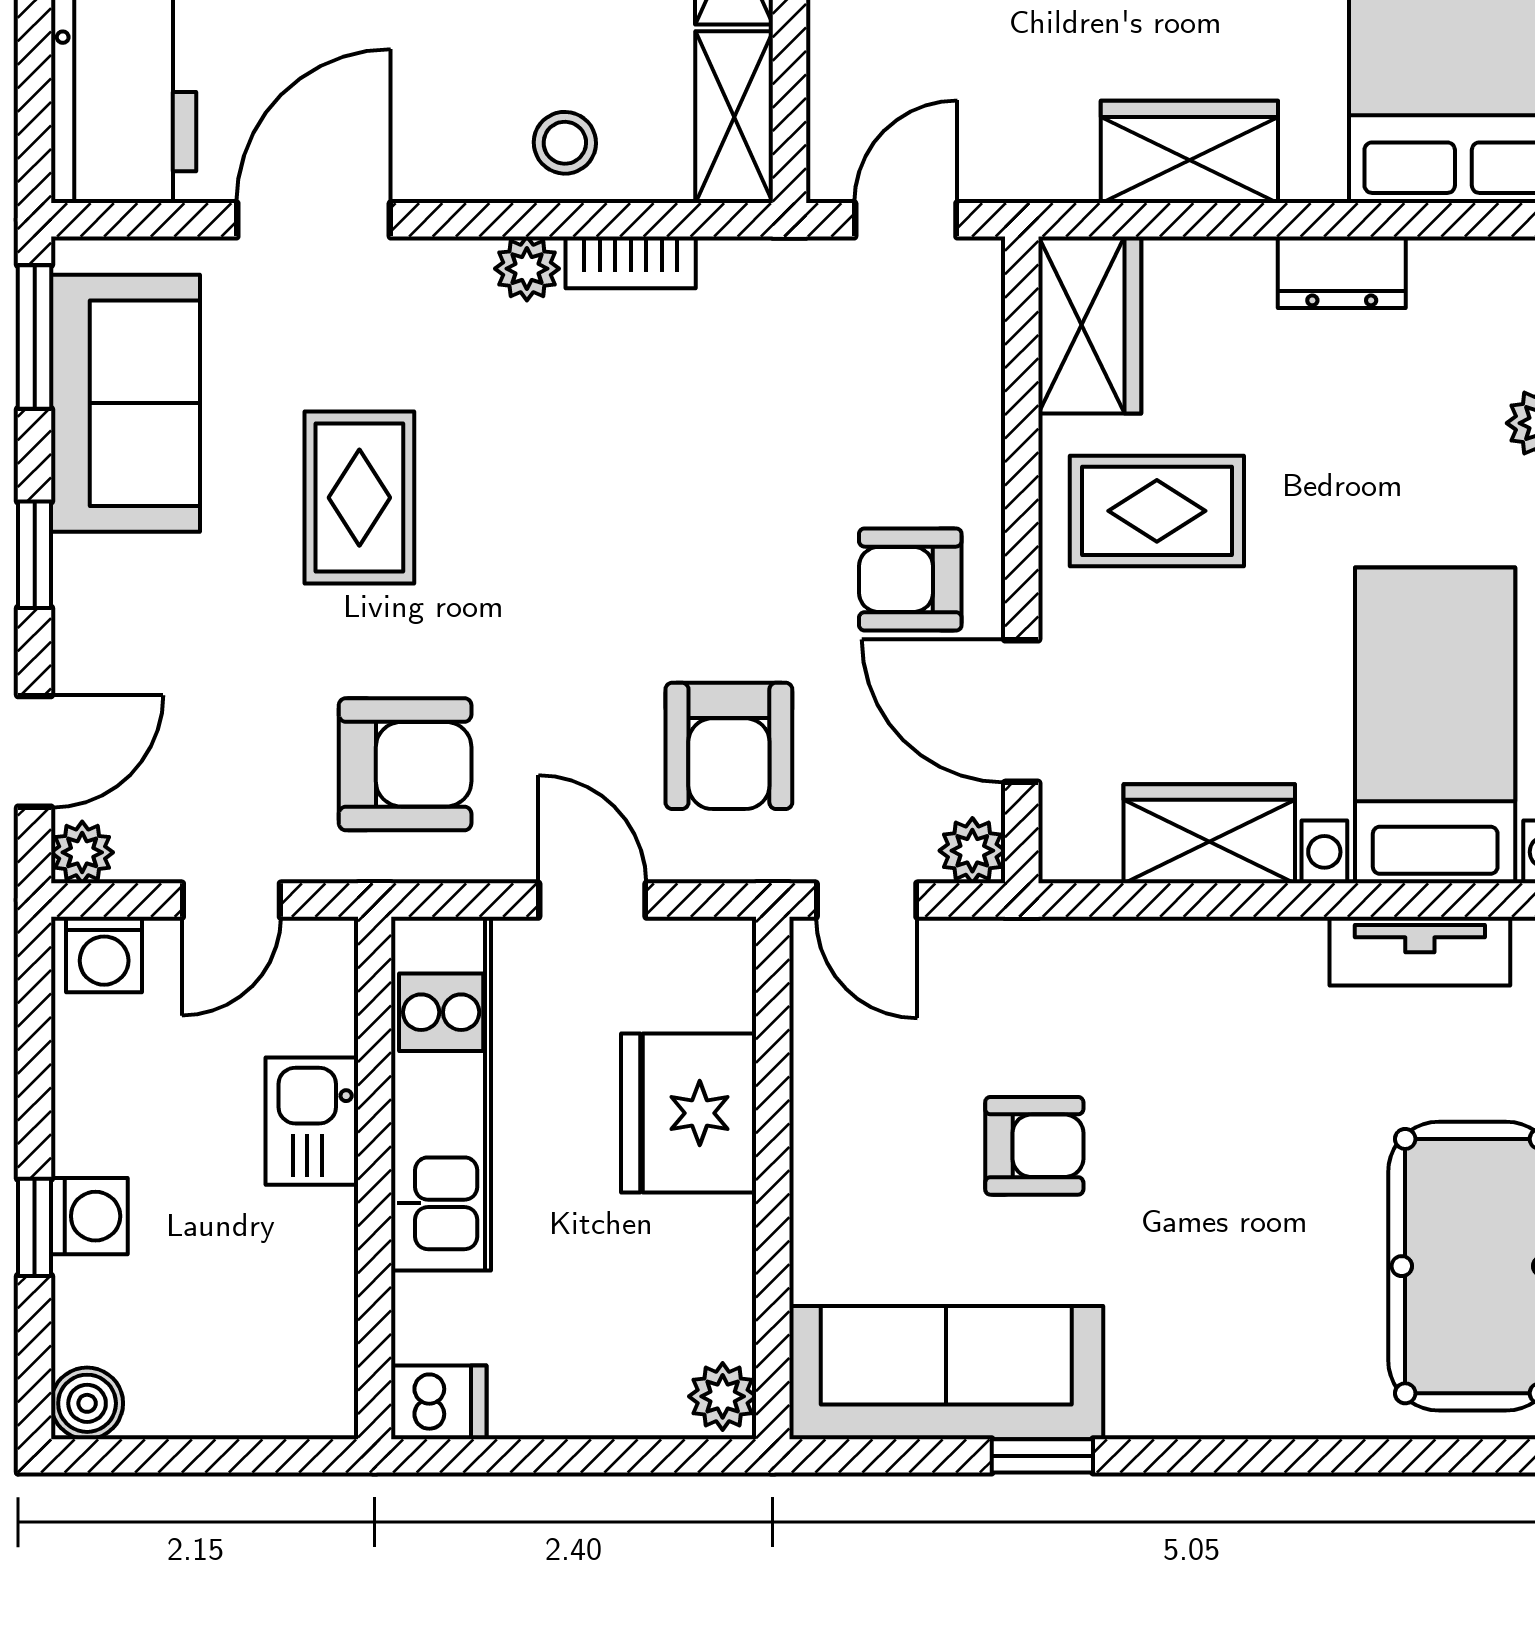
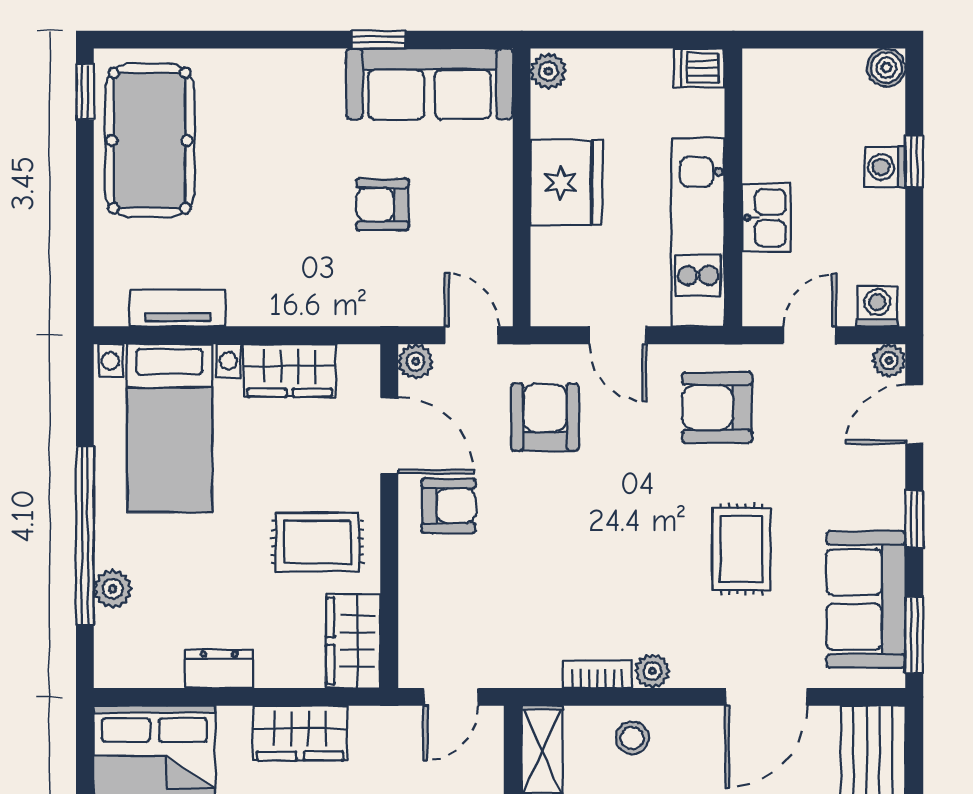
fridge: (689, 1113) -> (566, 183), moved

